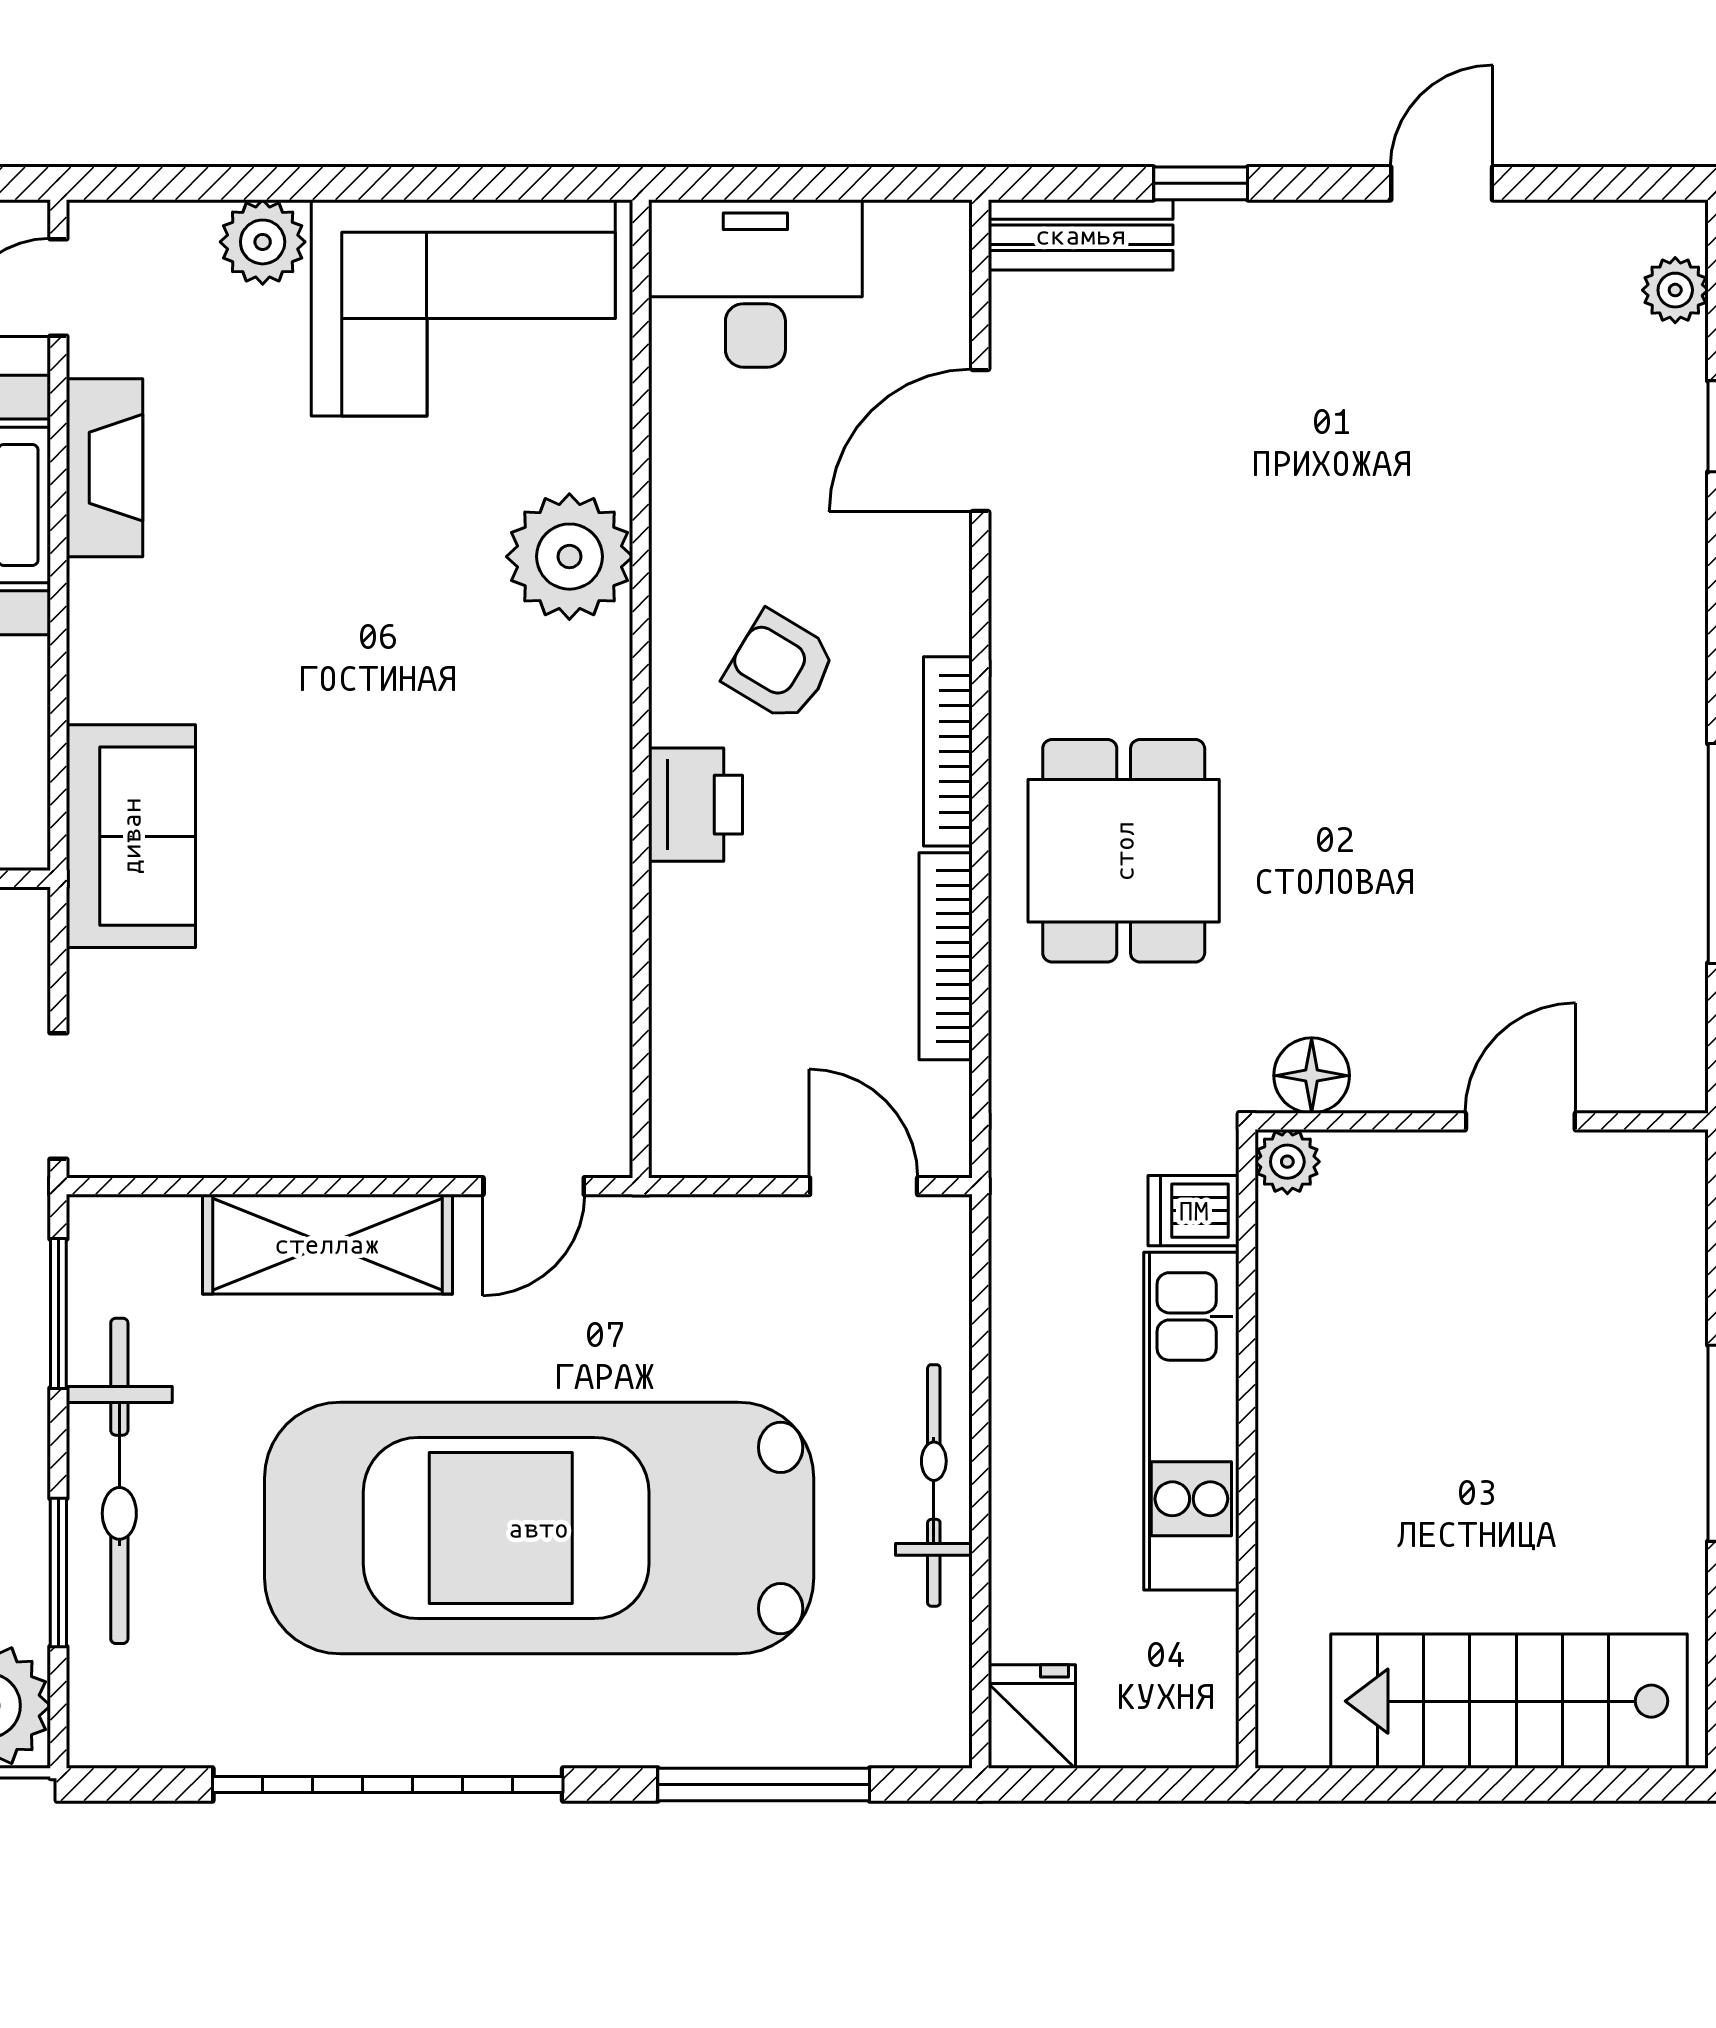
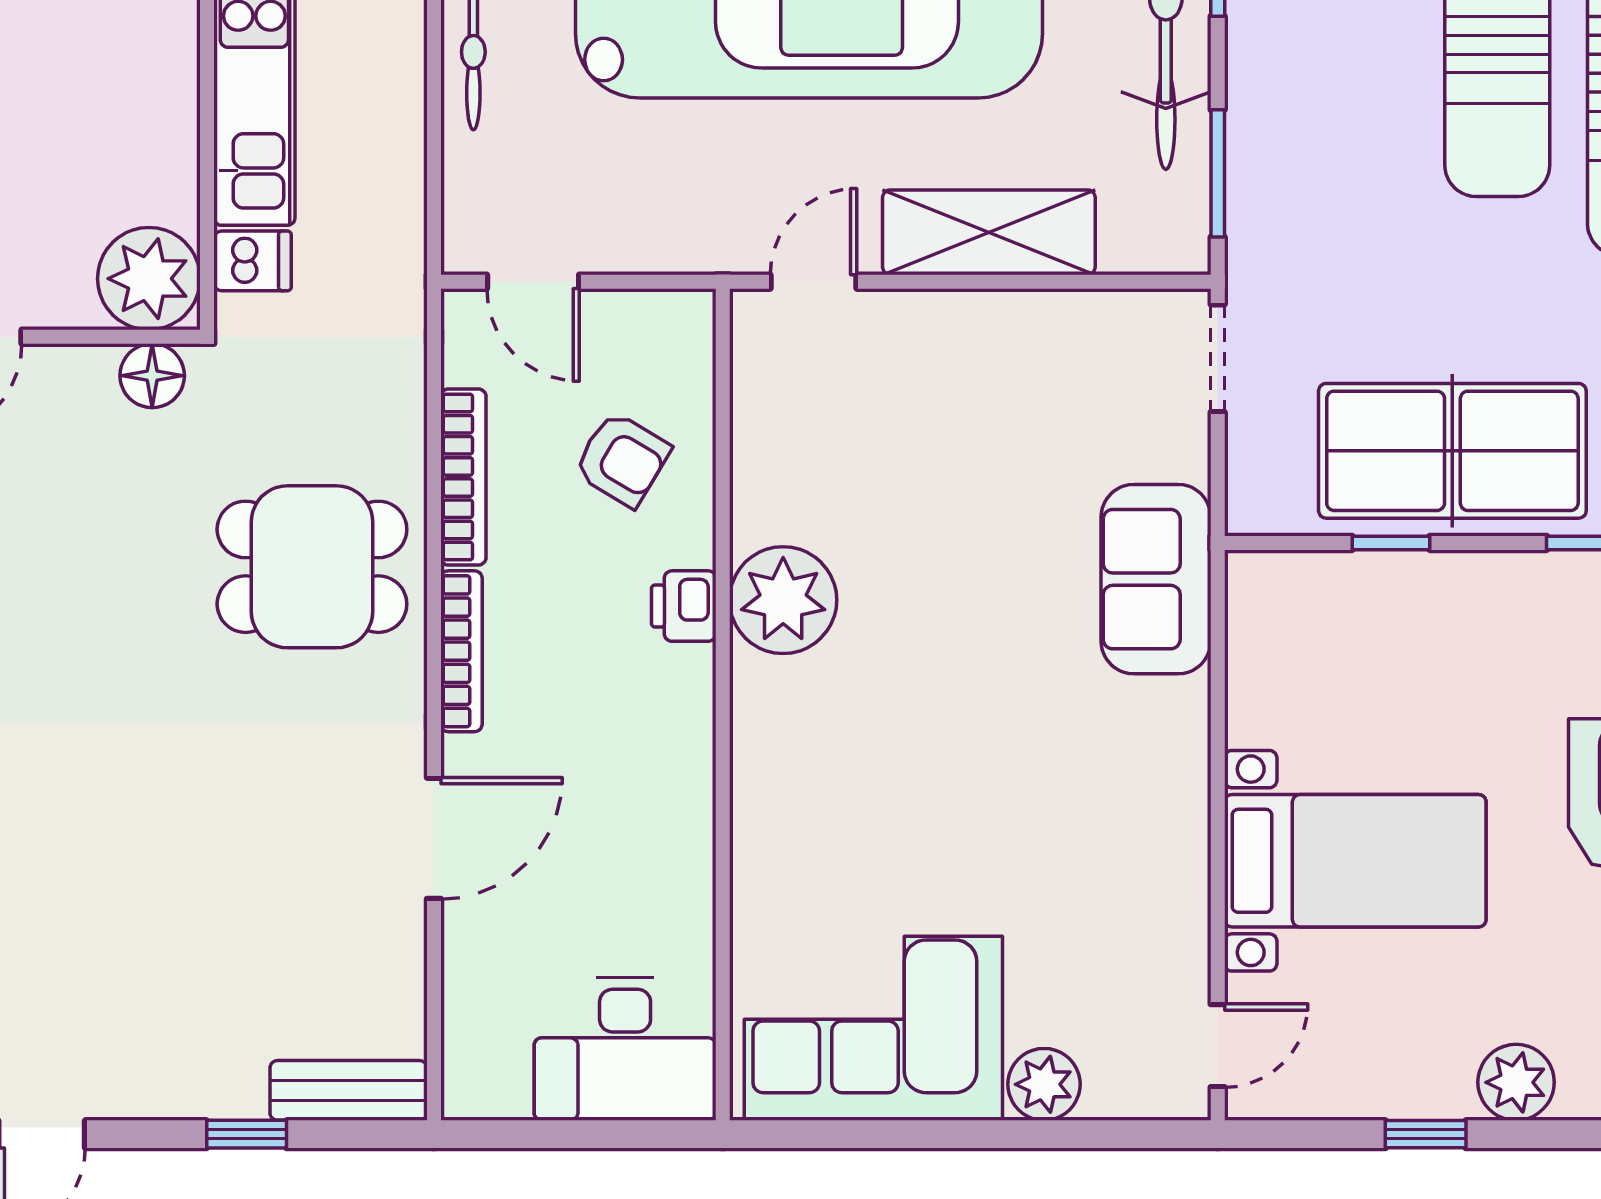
door: (980, 440) -> (434, 838), moved
fireplace: (105, 468) -> (1178, 892), removed
plant: (569, 557) -> (783, 600), moved
armchair: (780, 666) -> (622, 459), moved
printer: (696, 805) -> (684, 606), width x0.73, depth x0.81
dining table: (1124, 851) -> (312, 567), turned 90
plant: (1287, 1162) -> (149, 279), width x1.88, depth x1.88

